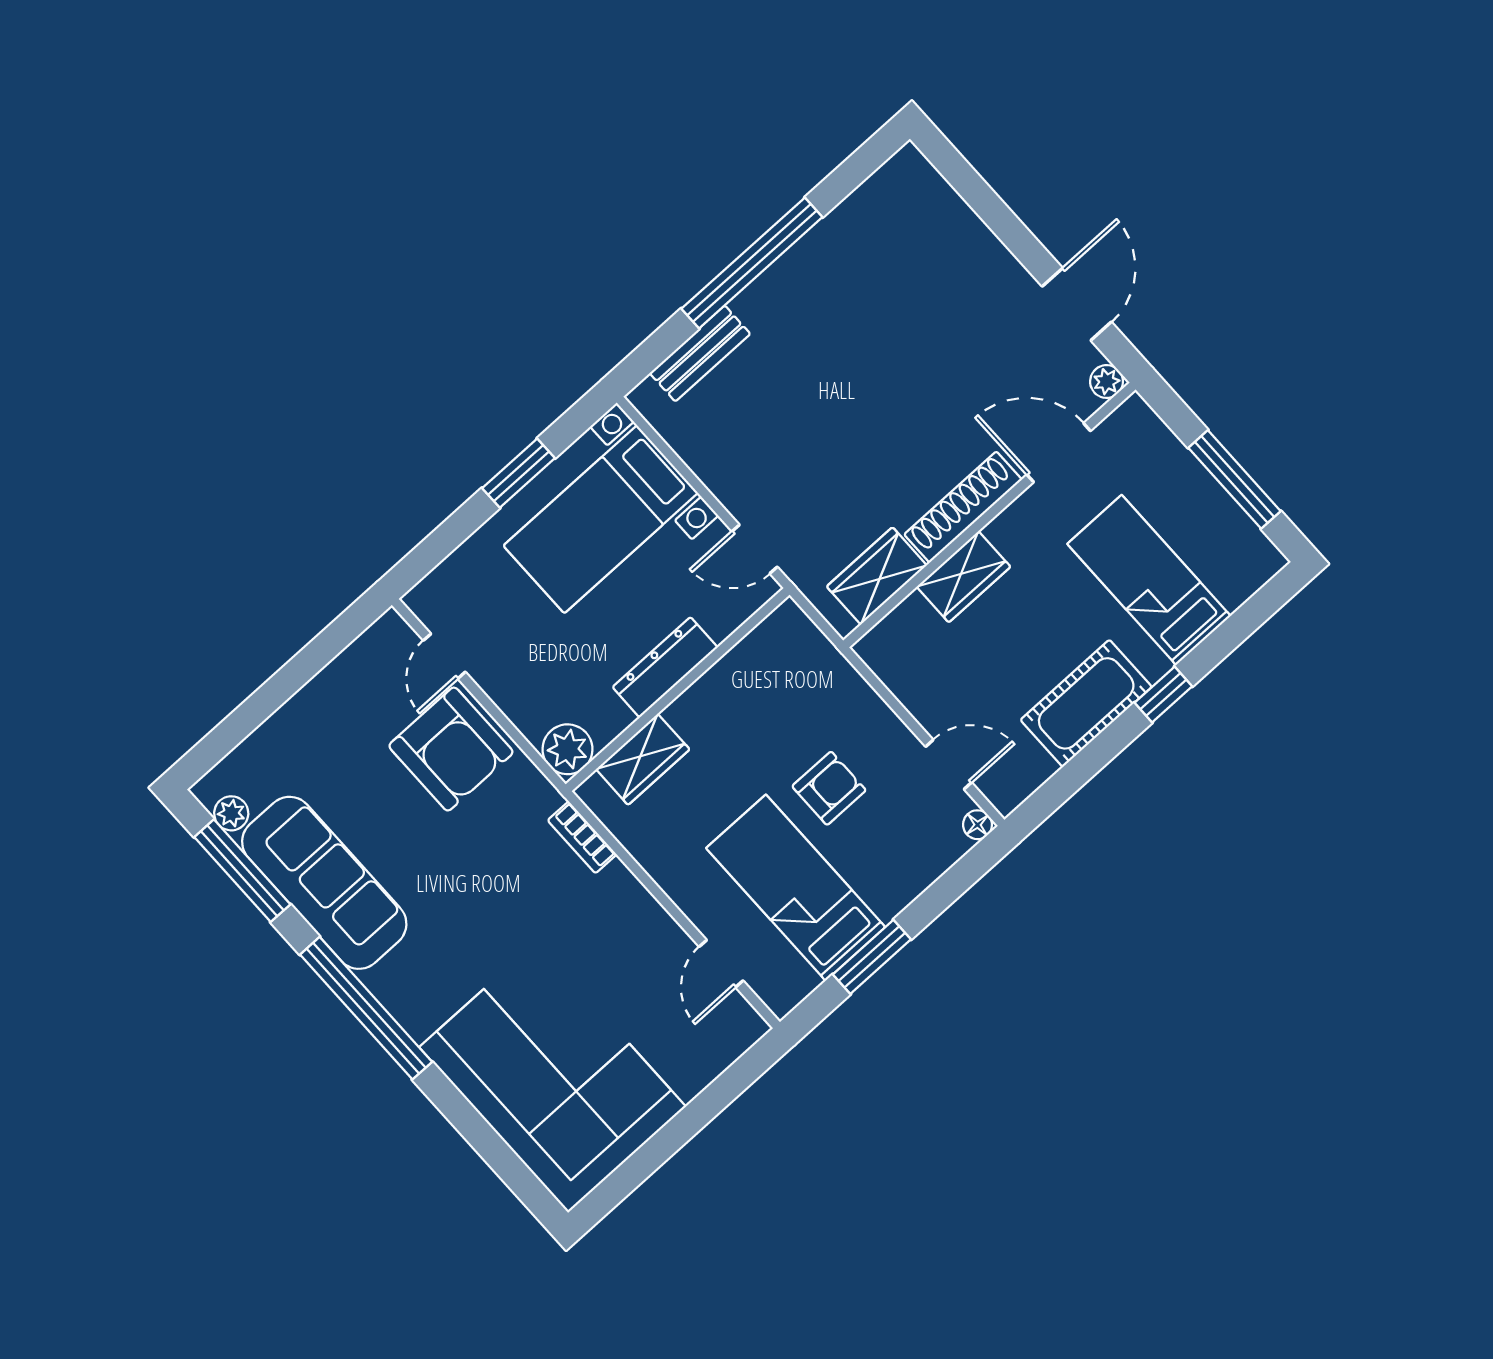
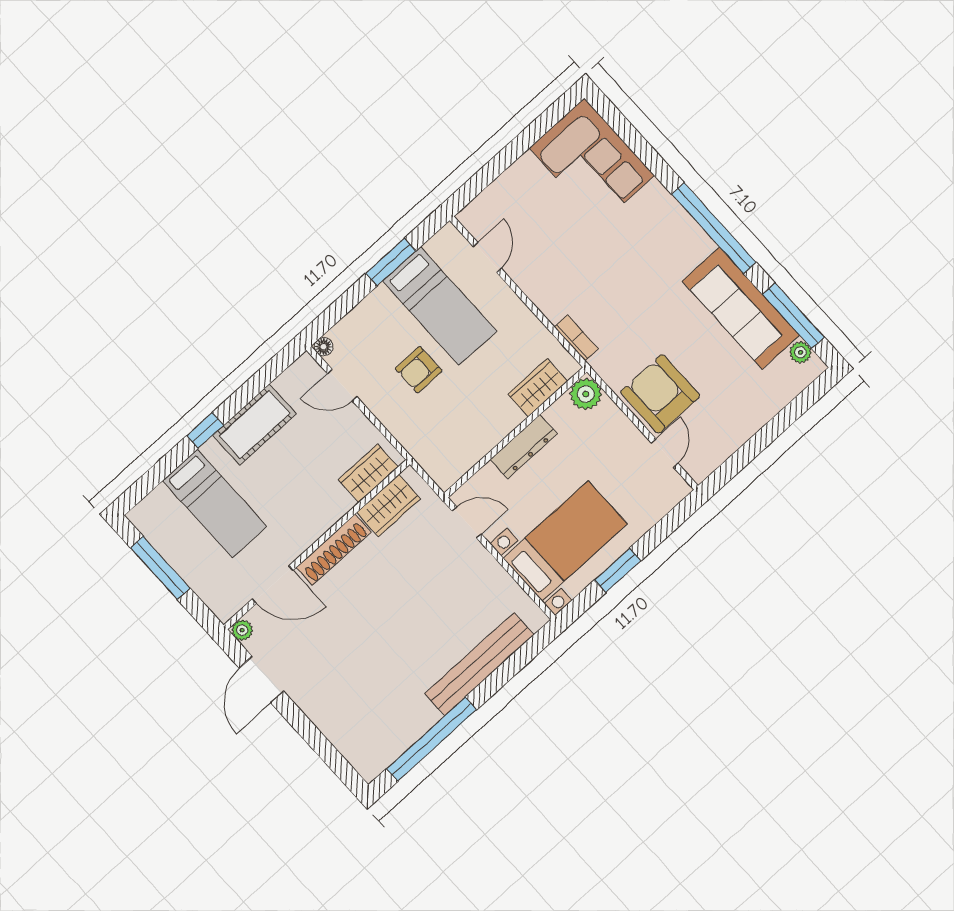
window: (752, 263) -> (431, 739), moved
bench: (700, 353) -> (480, 664), width x1.86, depth x1.21
wardrobe: (964, 577) -> (368, 473), moved
corner sofa: (552, 1077) -> (592, 162), width x0.73, depth x0.74

